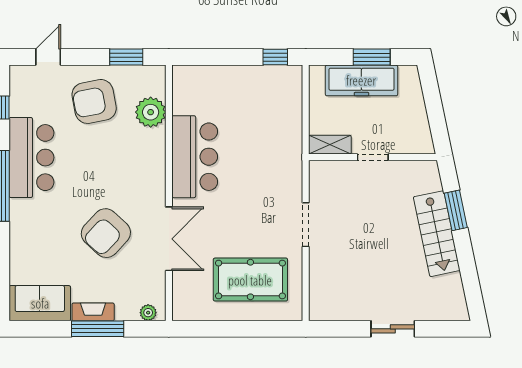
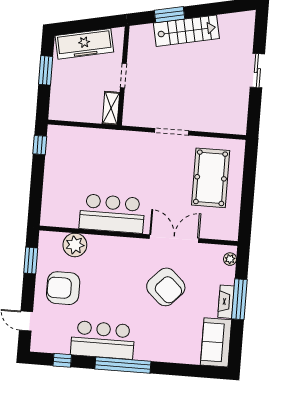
freezer: (361, 80) -> (84, 44), moved, turned 78
armchair: (94, 101) -> (63, 288), turned 101

